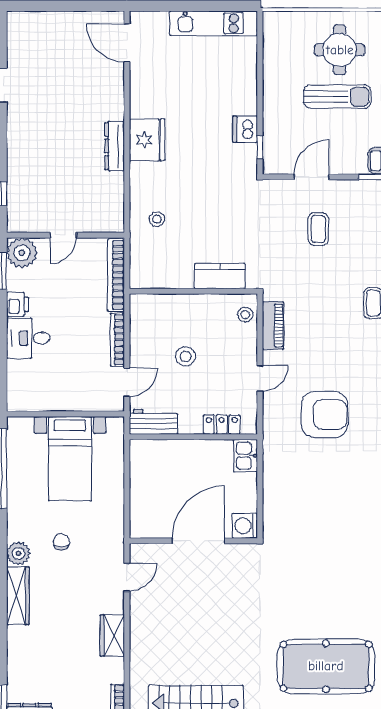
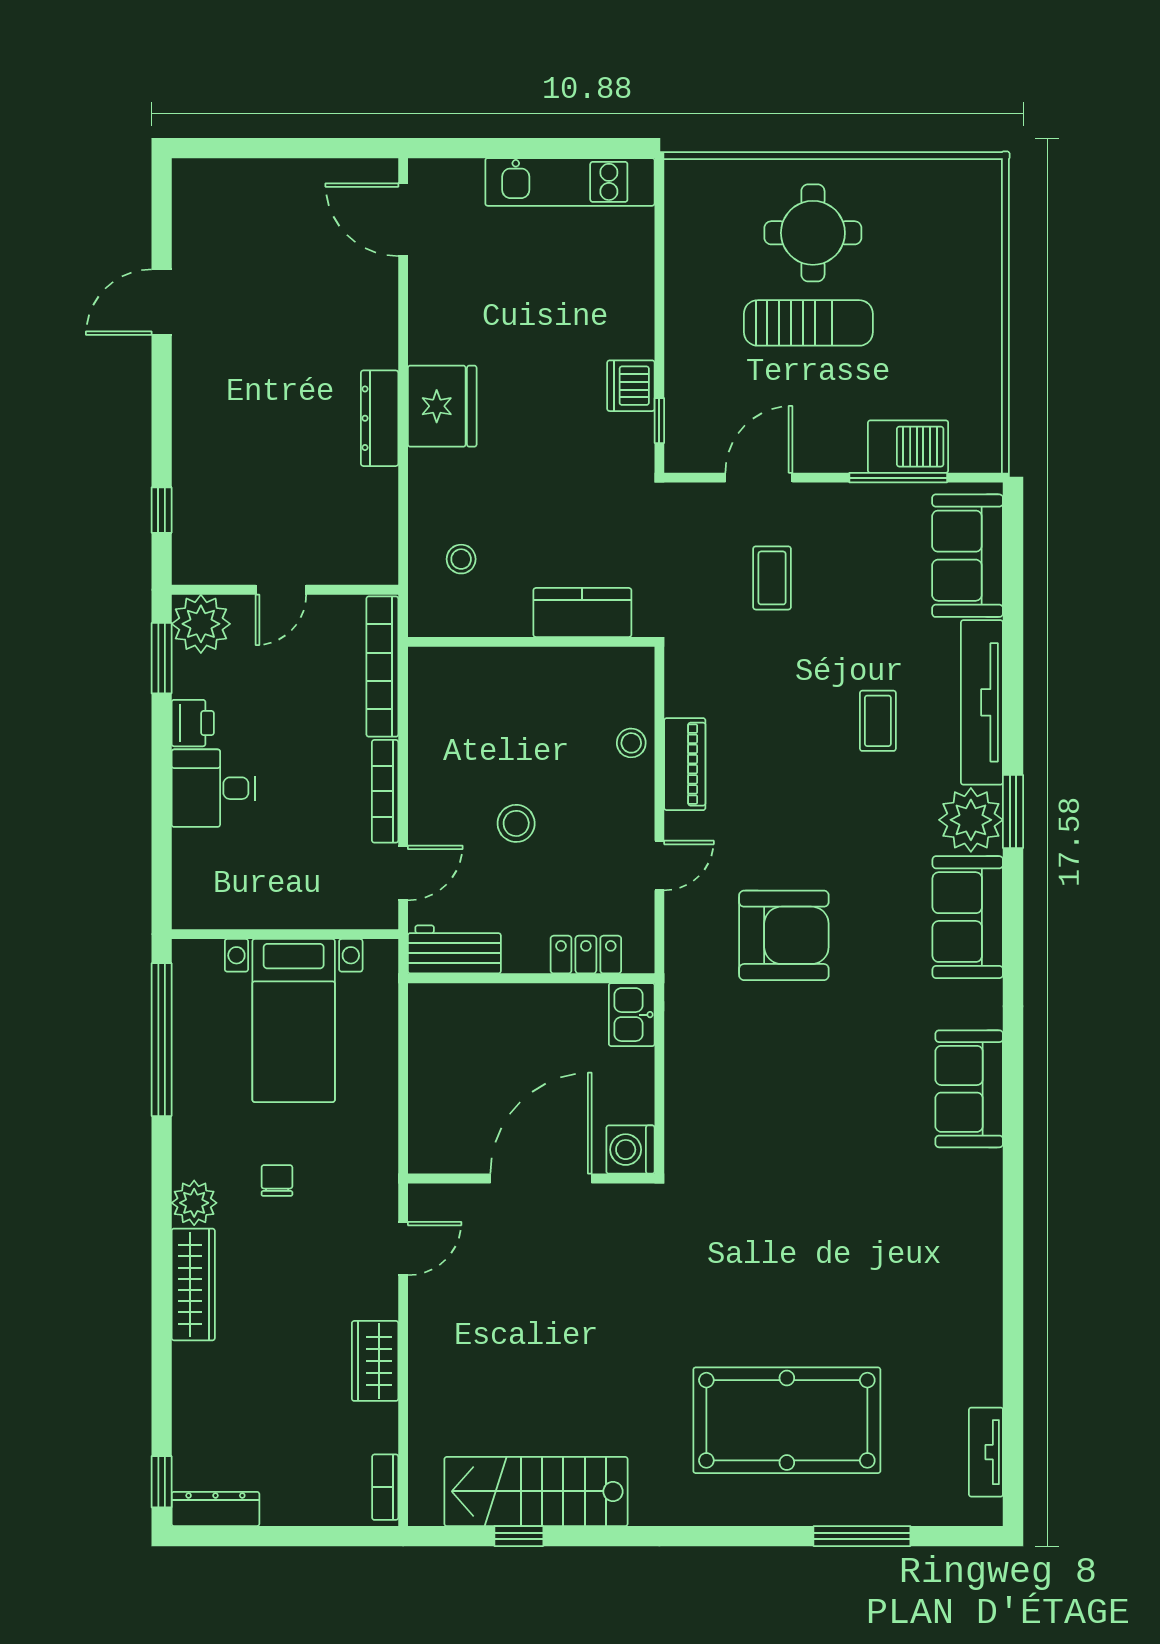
kitchen counter: (220, 276) -> (582, 613), moved
wall: (193, 291) -> (531, 642), moved

